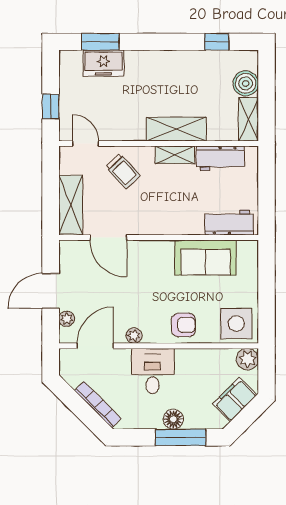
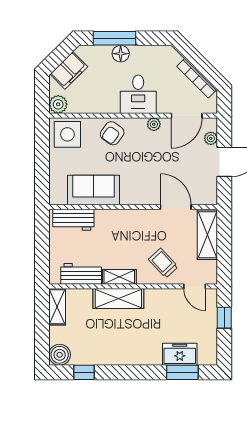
boiler: (246, 83) -> (60, 355), moved
armchair: (183, 325) -> (112, 133), turned -54
bookcase: (98, 405) -> (197, 78), moved

